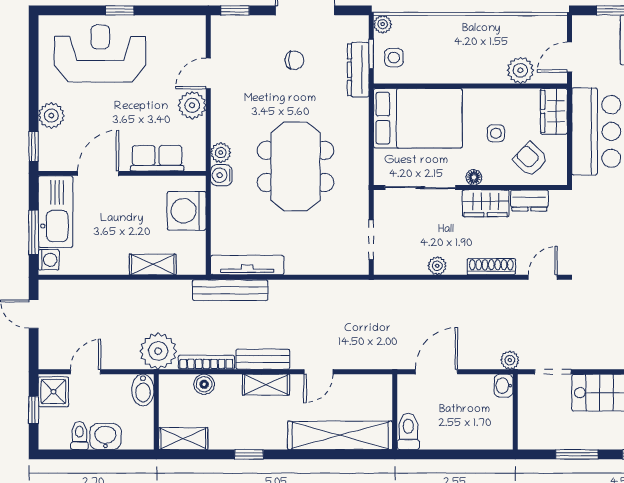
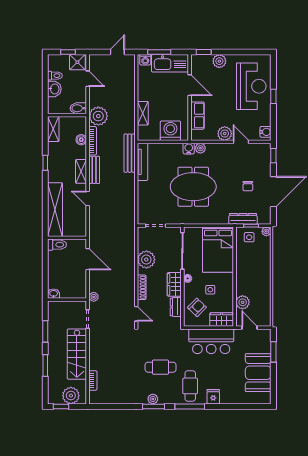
water cooler: (189, 26) -> (266, 132), added
plant: (437, 266) -> (146, 260), width x1.88, depth x1.88
washbasin: (504, 386) -> (54, 294), moved

